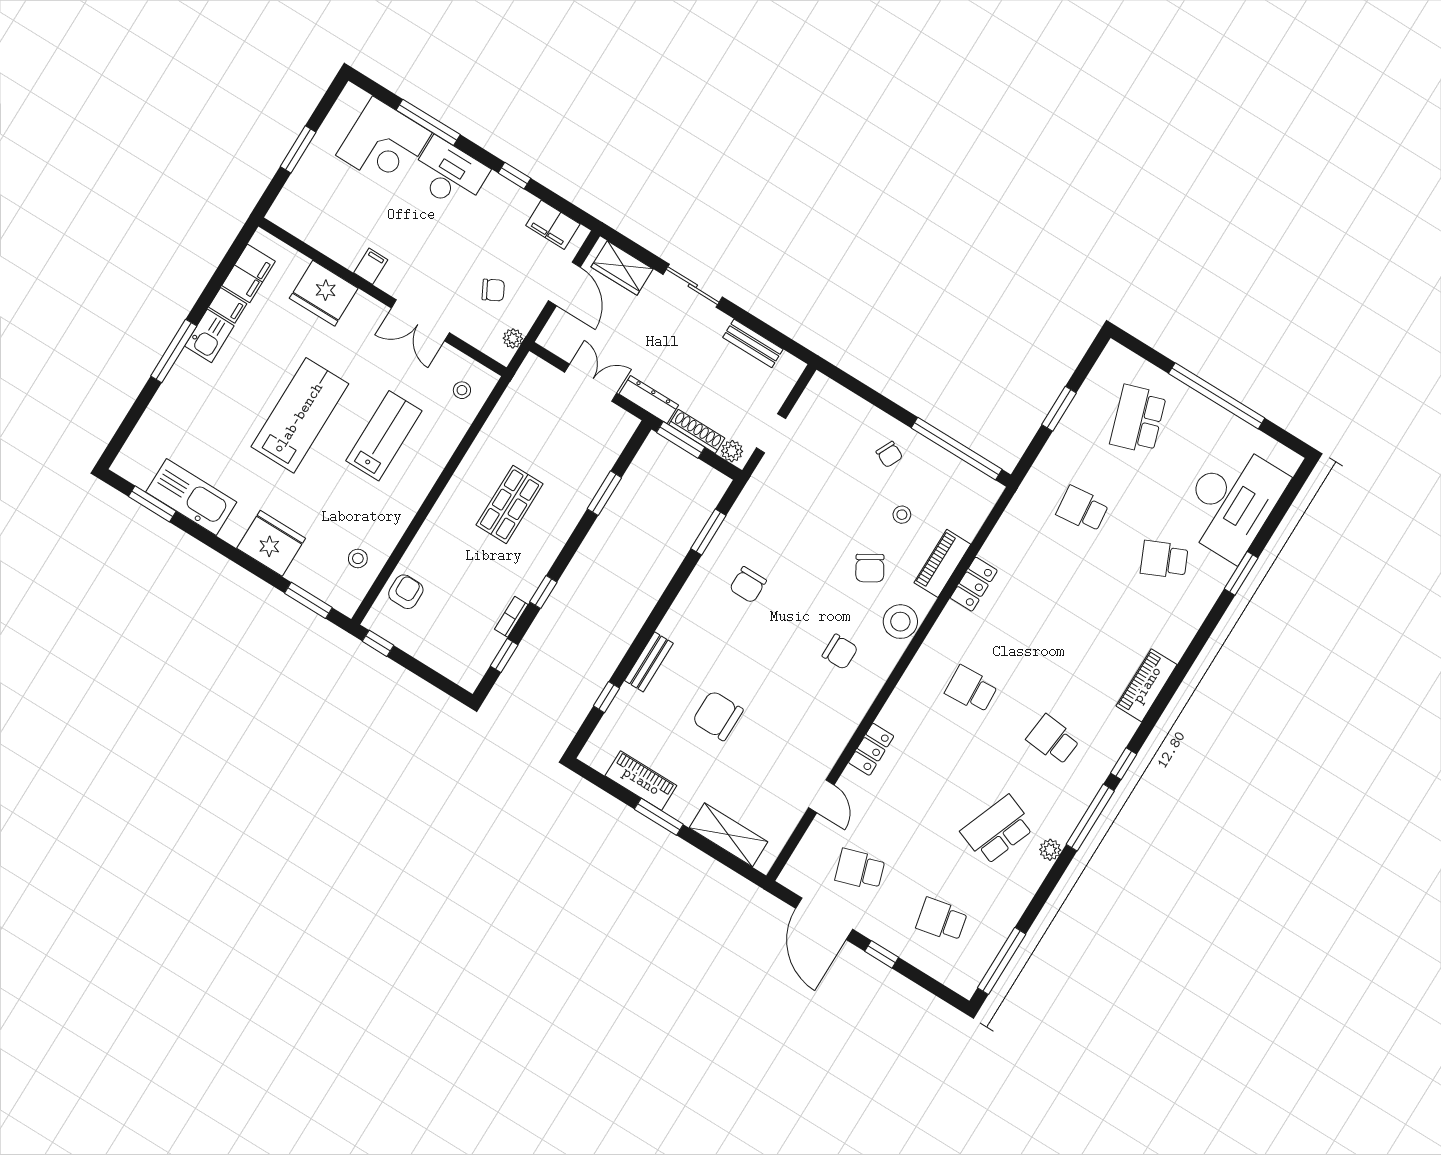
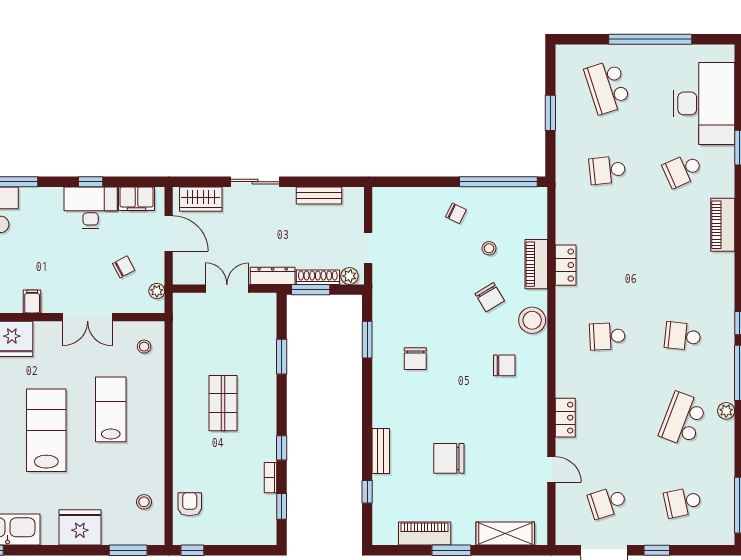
desk: (449, 174) -> (91, 208), moved
piano: (1147, 685) -> (723, 225), moved

